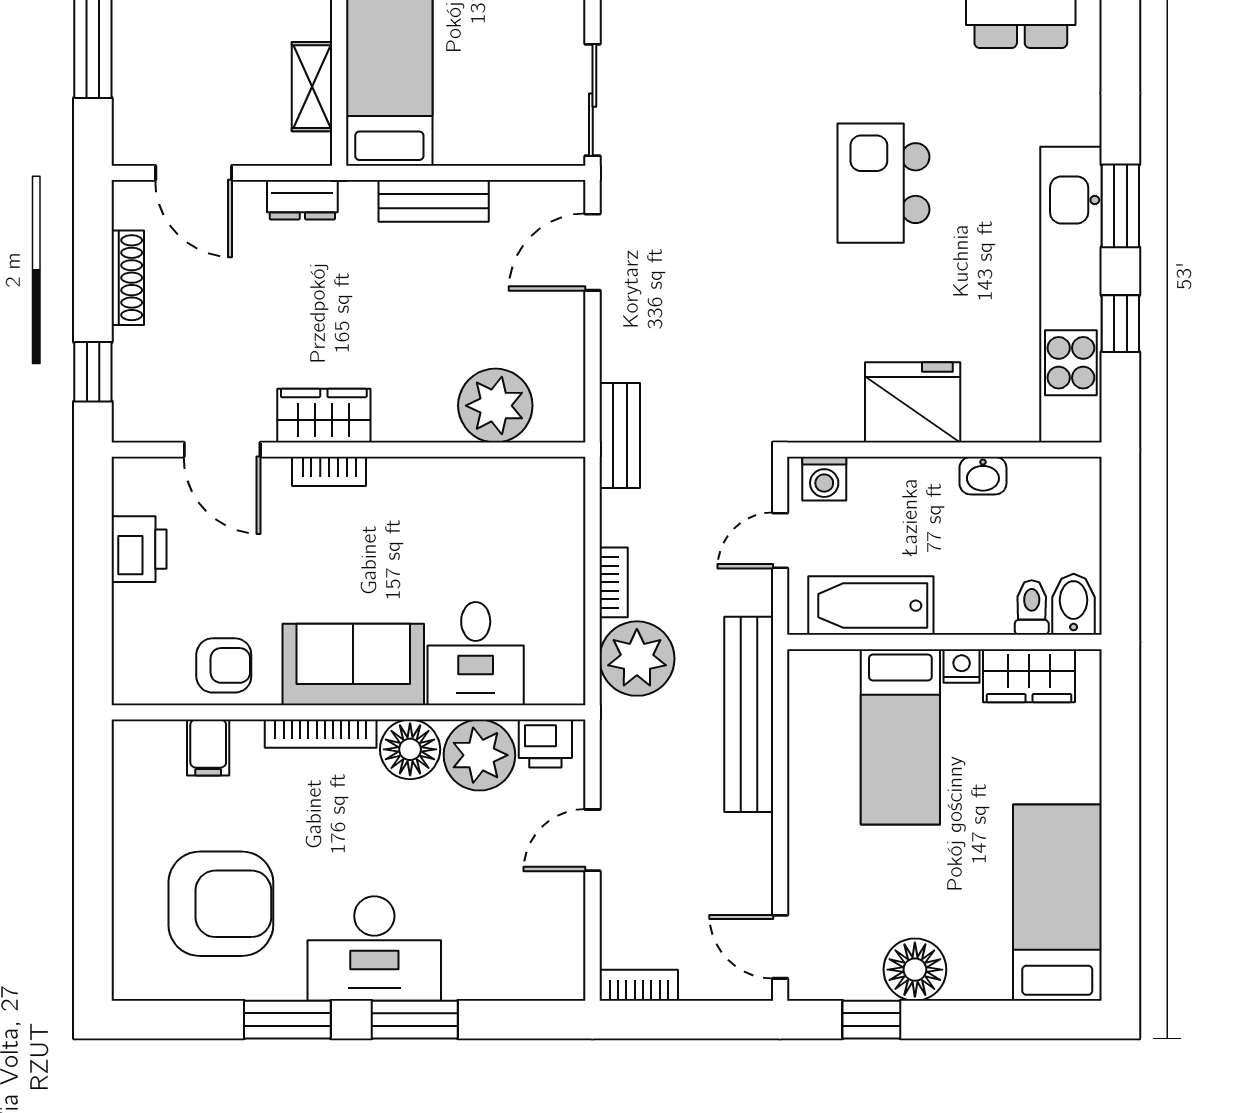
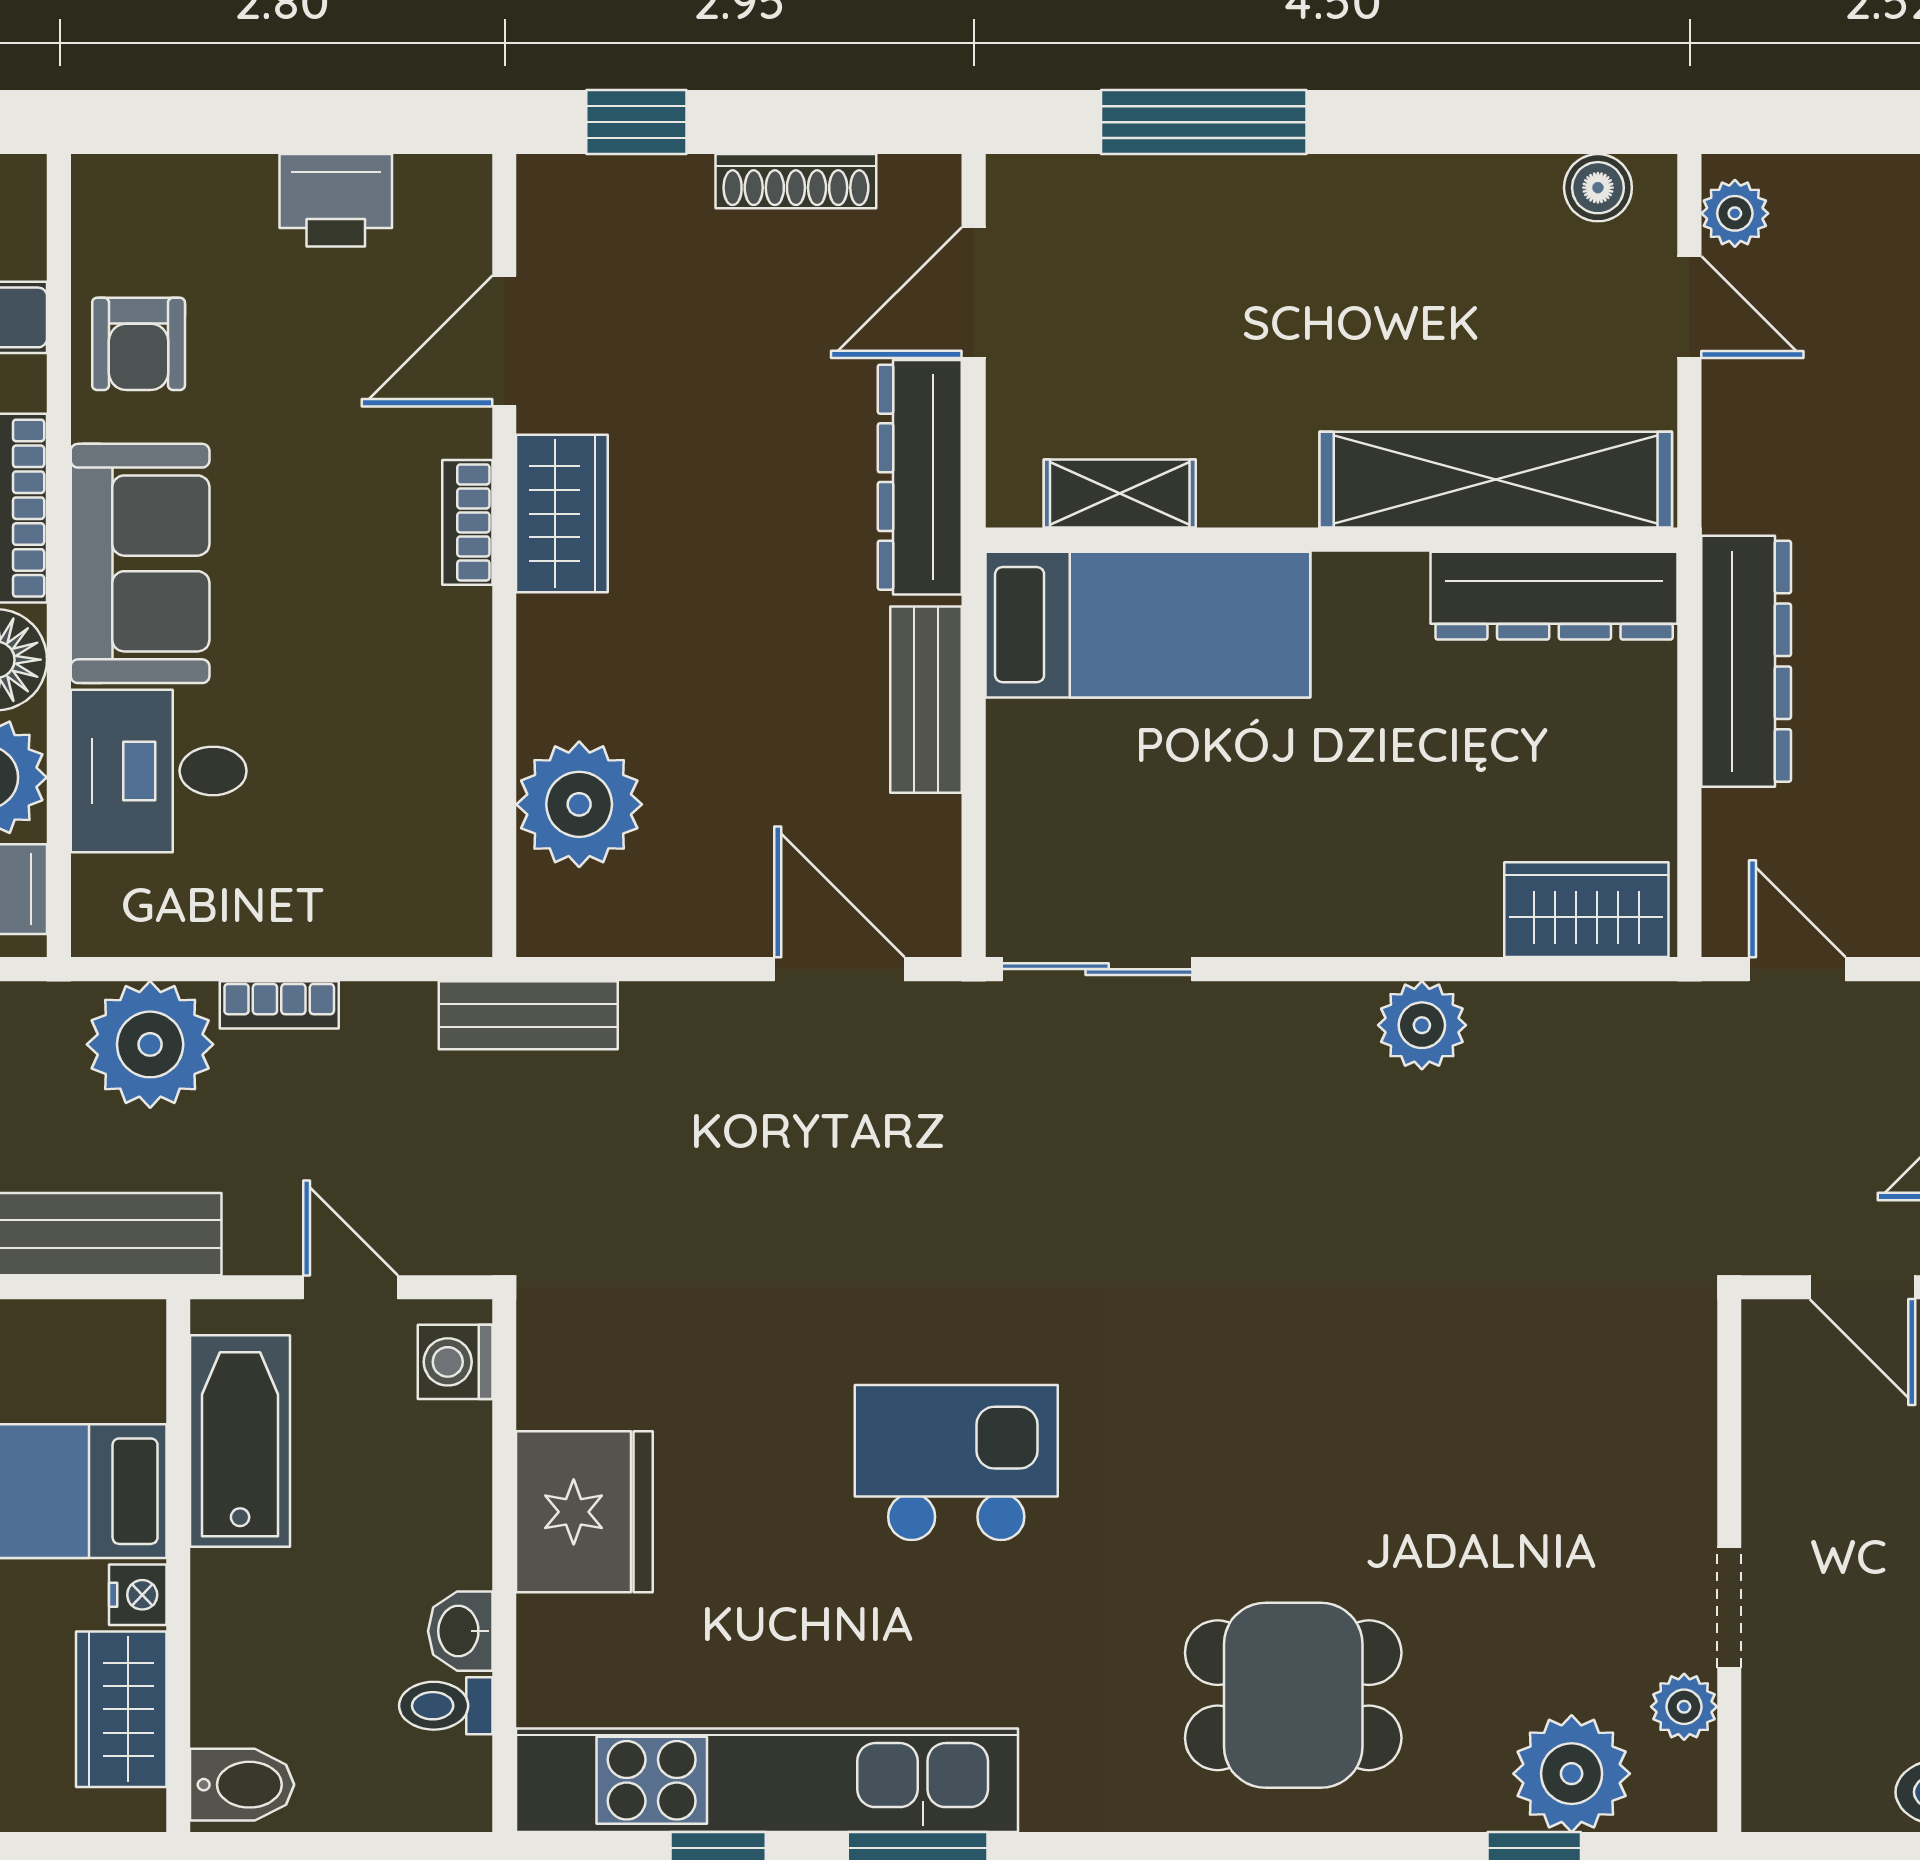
dresser: (302, 200) -> (920, 477), width x1.96, depth x1.24
toilet: (1032, 608) -> (446, 1706), moved, turned 180

